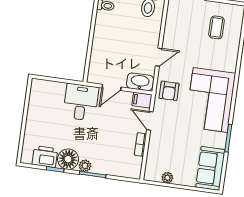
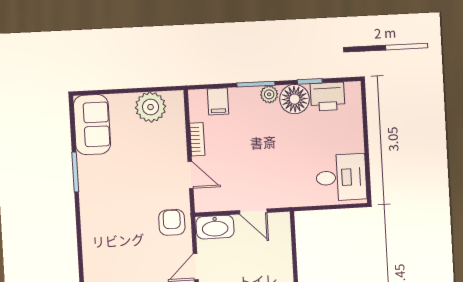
door: (112, 87) -> (253, 211), swing flipped
filing cabinet: (142, 100) -> (218, 101), moved, turned 90
corner sofa: (210, 100) -> (111, 221), removed
desk: (81, 102) -> (341, 177), moved, turned -90
plant: (167, 178) -> (151, 107), width x1.88, depth x1.88

